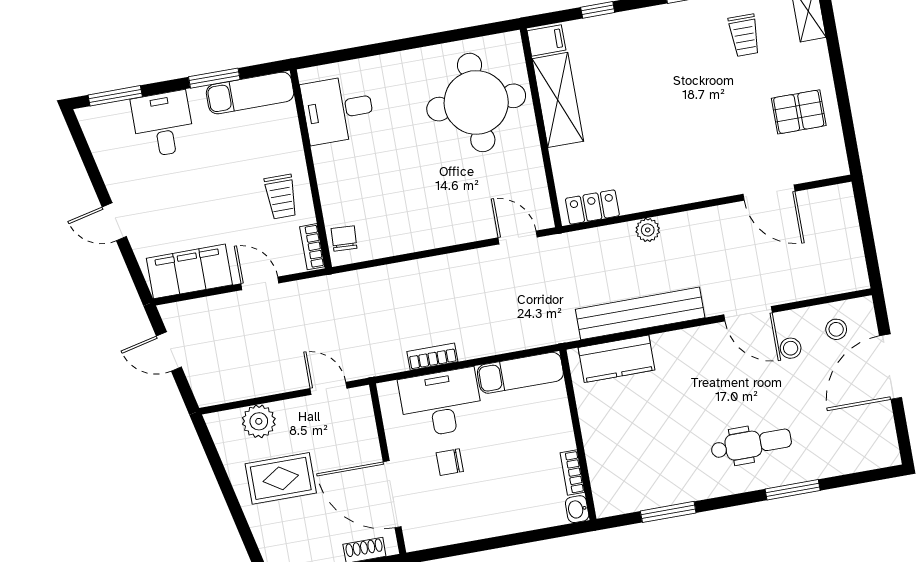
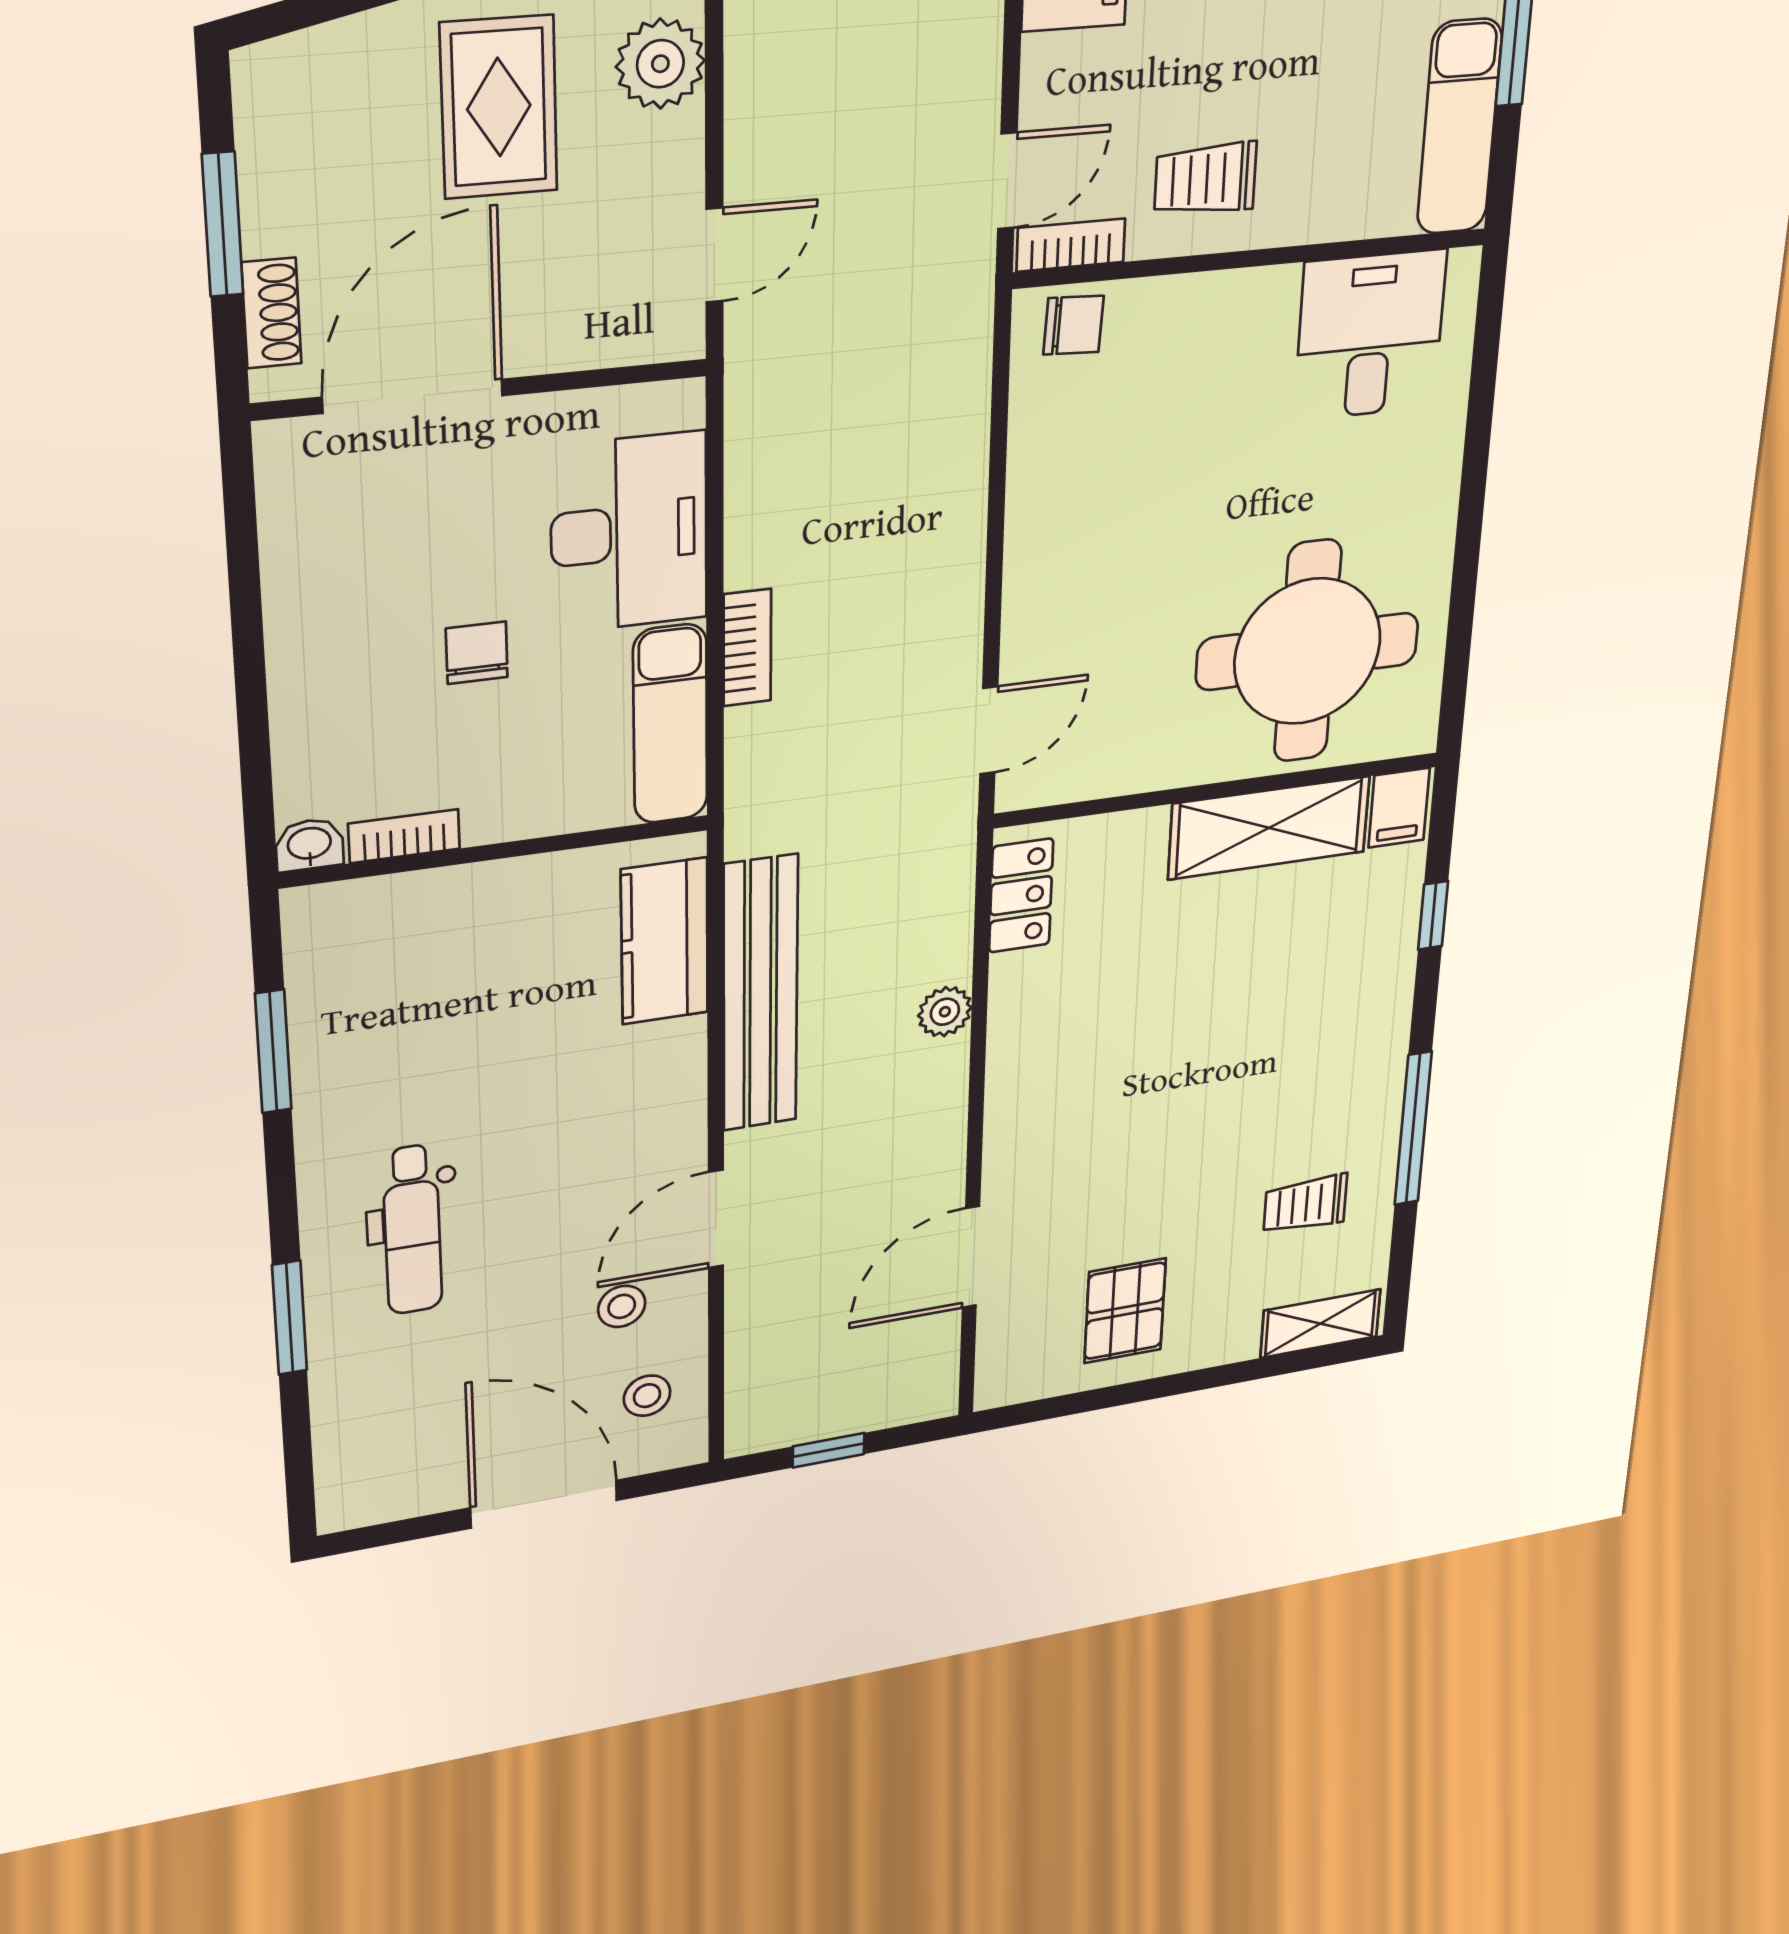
window: (868, 240) -> (829, 1450), added
door: (260, 283) -> (1007, 181), moved
bookcase: (432, 357) -> (747, 648), moved
chair: (450, 462) -> (477, 653), moved

